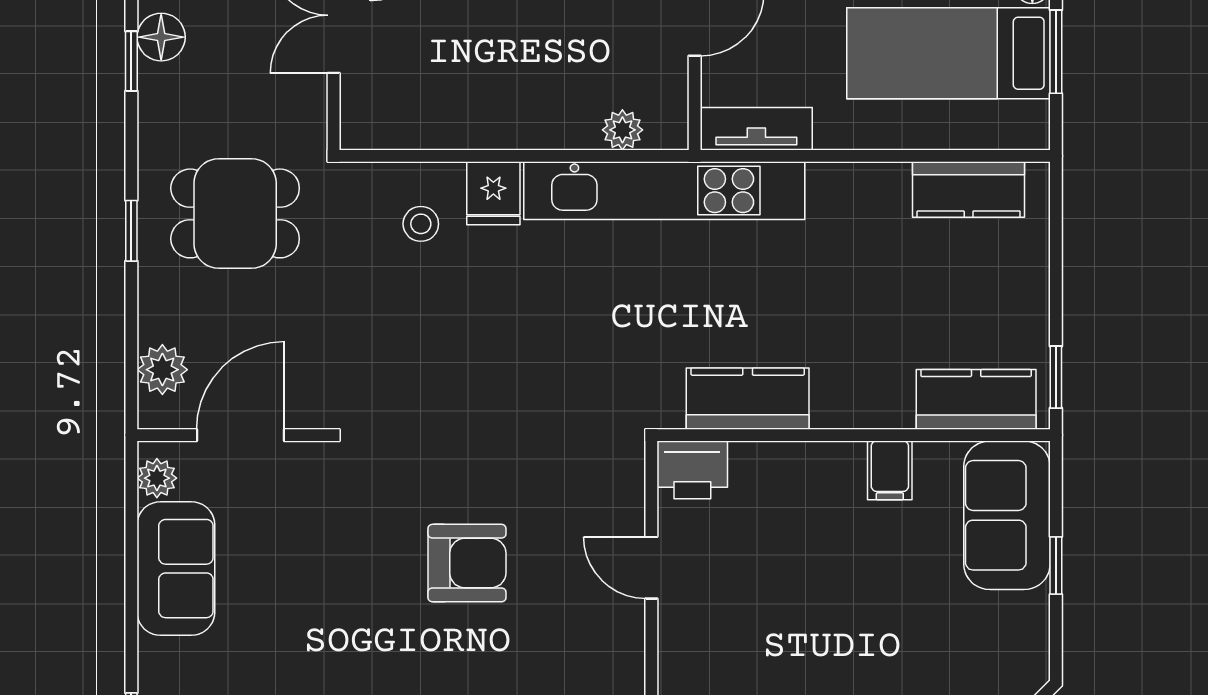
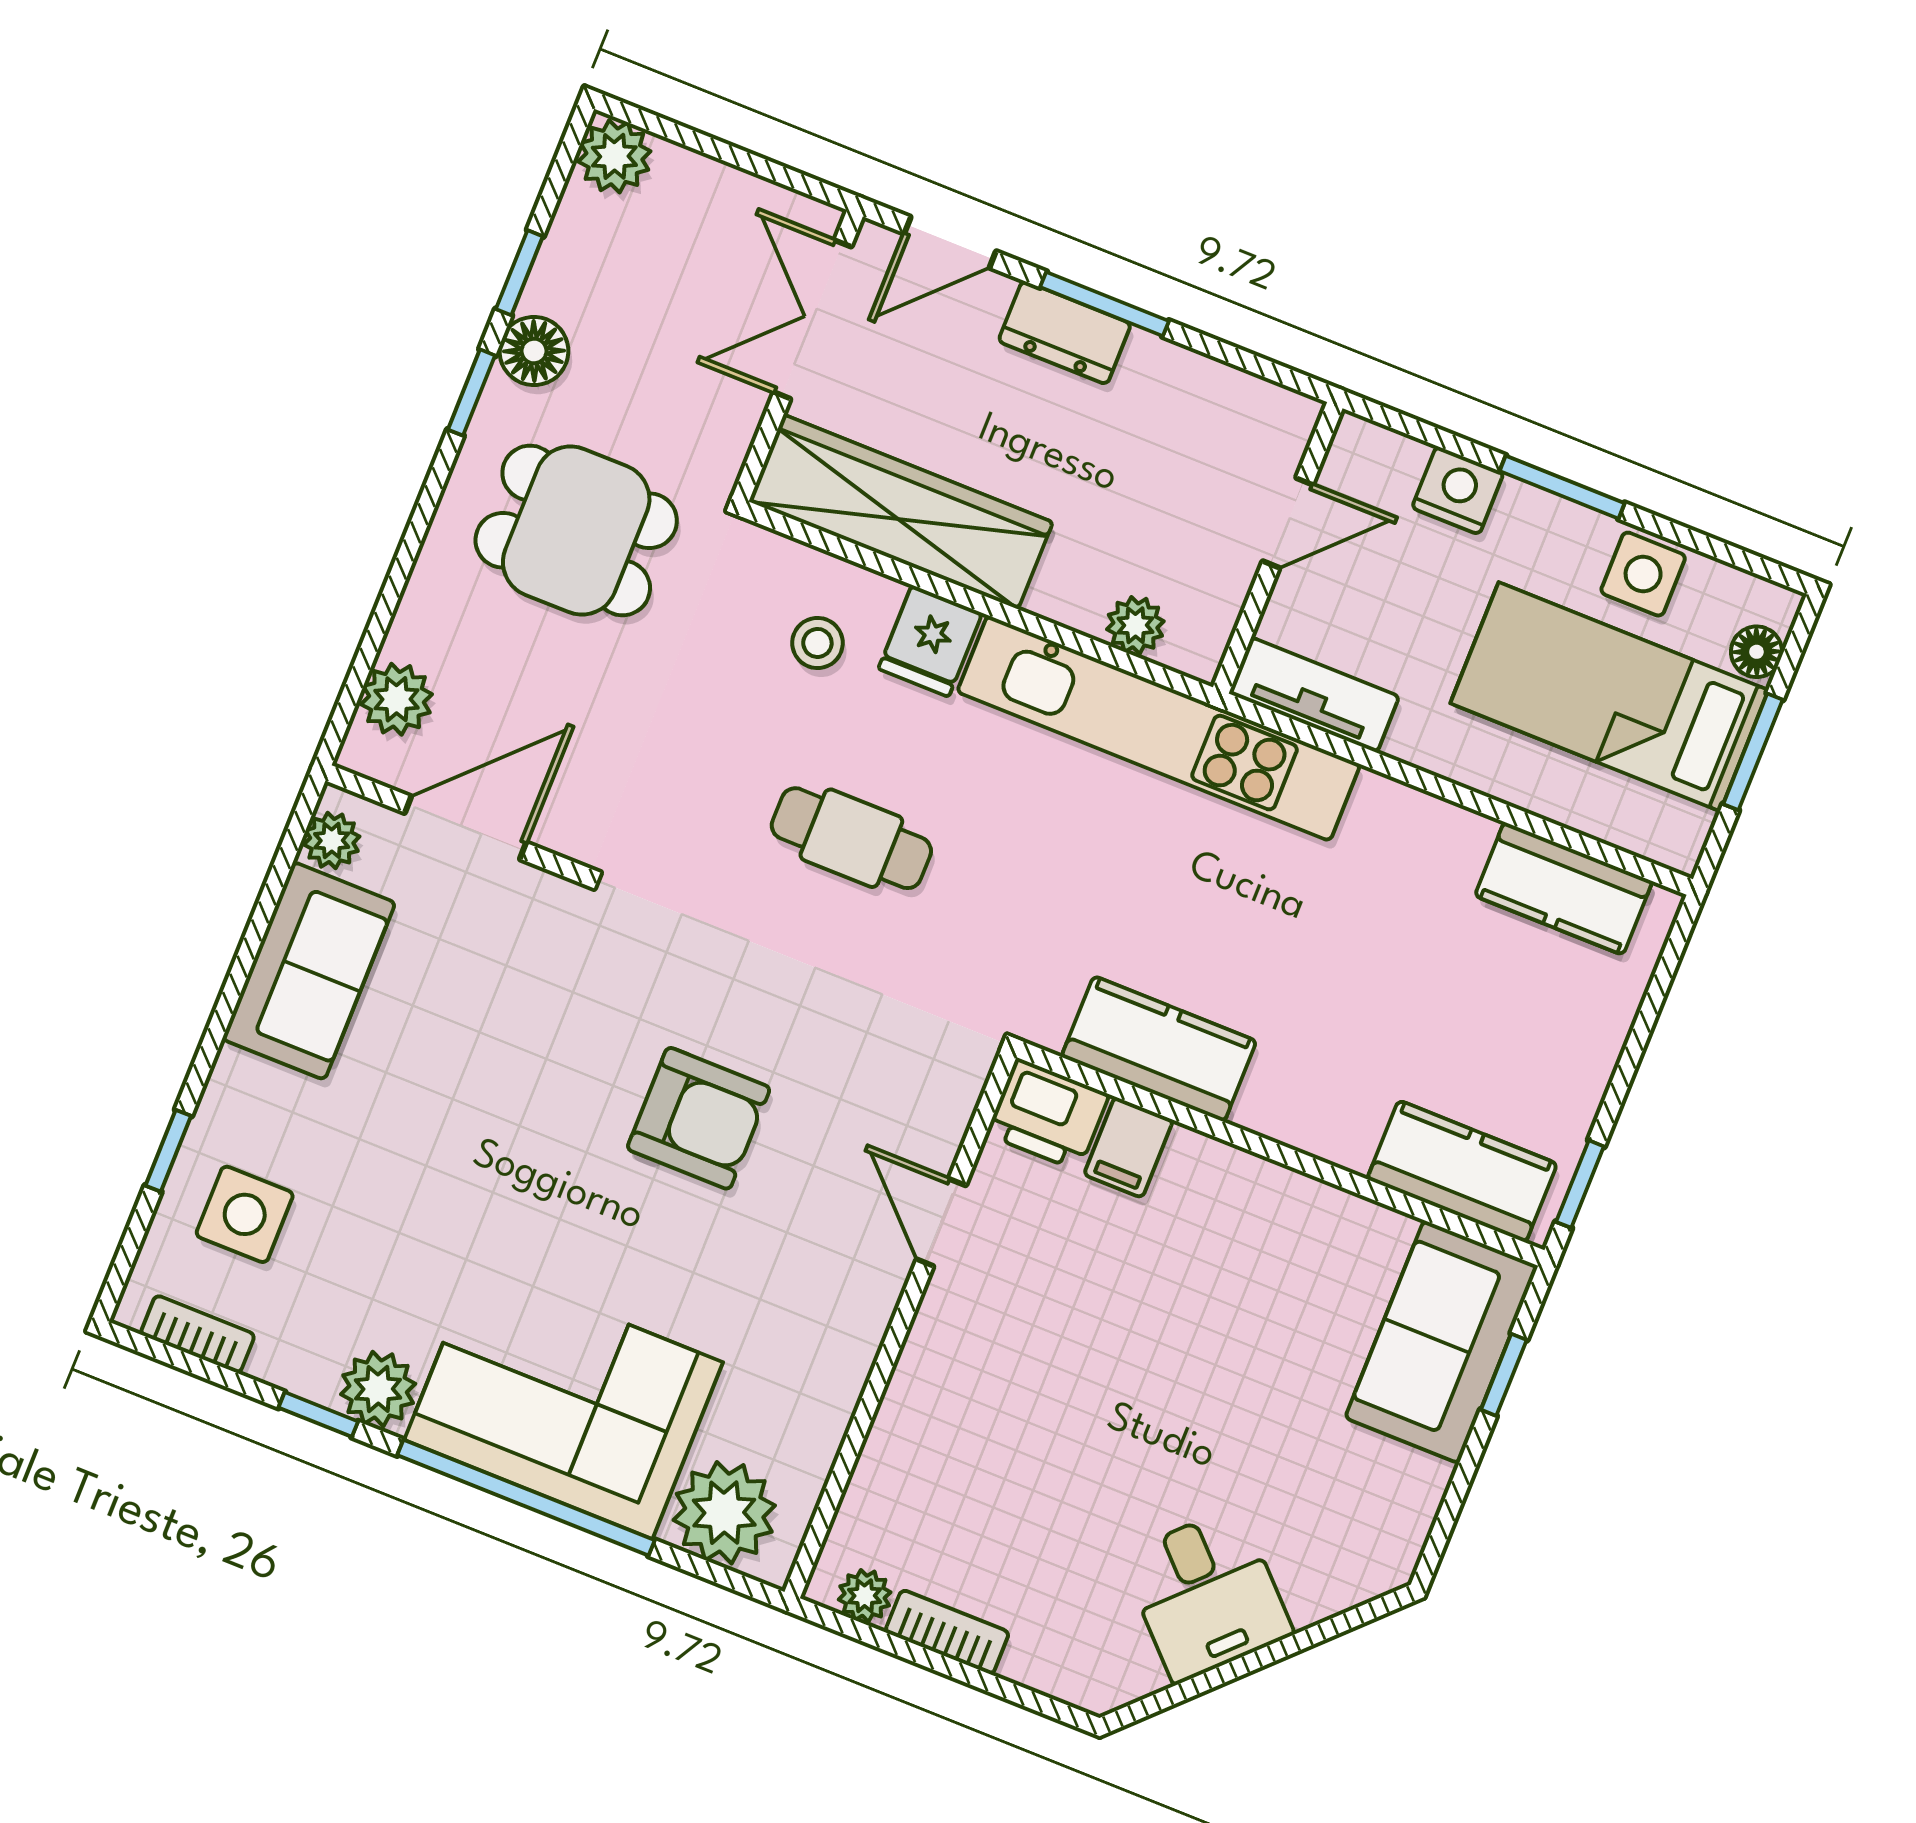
floor lamp: (161, 37) -> (534, 351), moved
wardrobe: (441, 117) -> (901, 512), added
window: (131, 231) -> (472, 393), moved
cafe table: (493, 342) -> (851, 838), added
filing cabinet: (890, 470) -> (1129, 1147), moved
window: (1056, 565) -> (1504, 1375), moved

